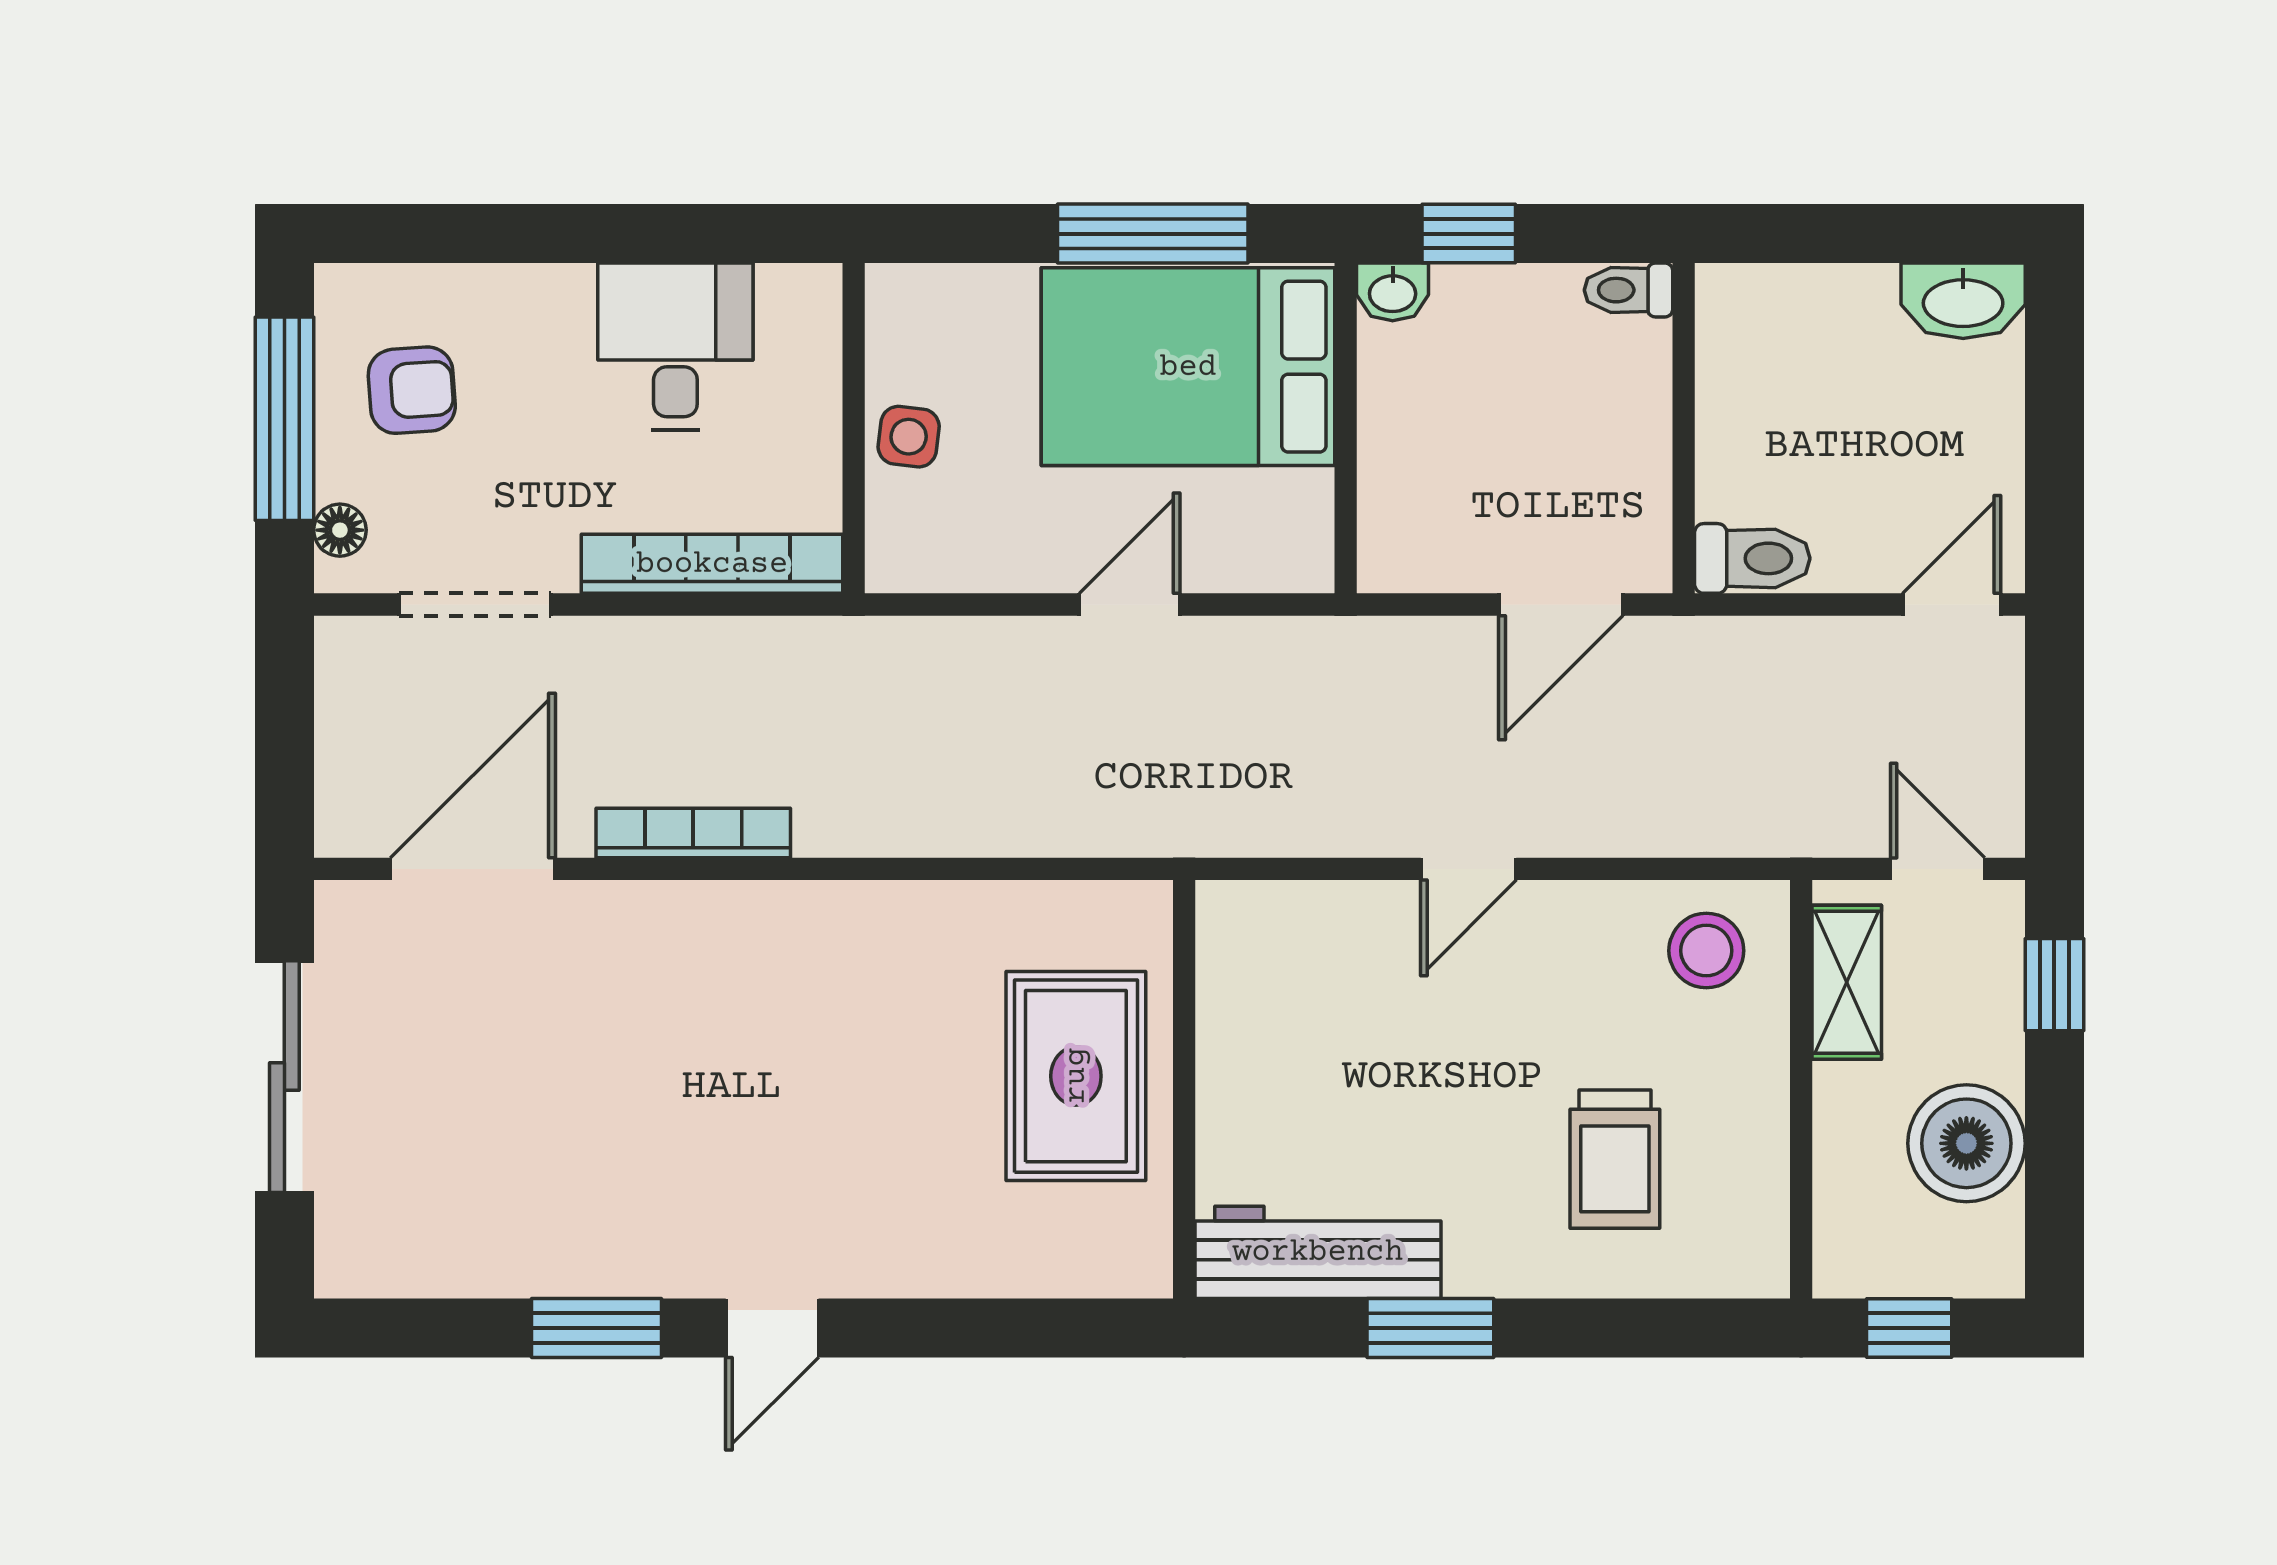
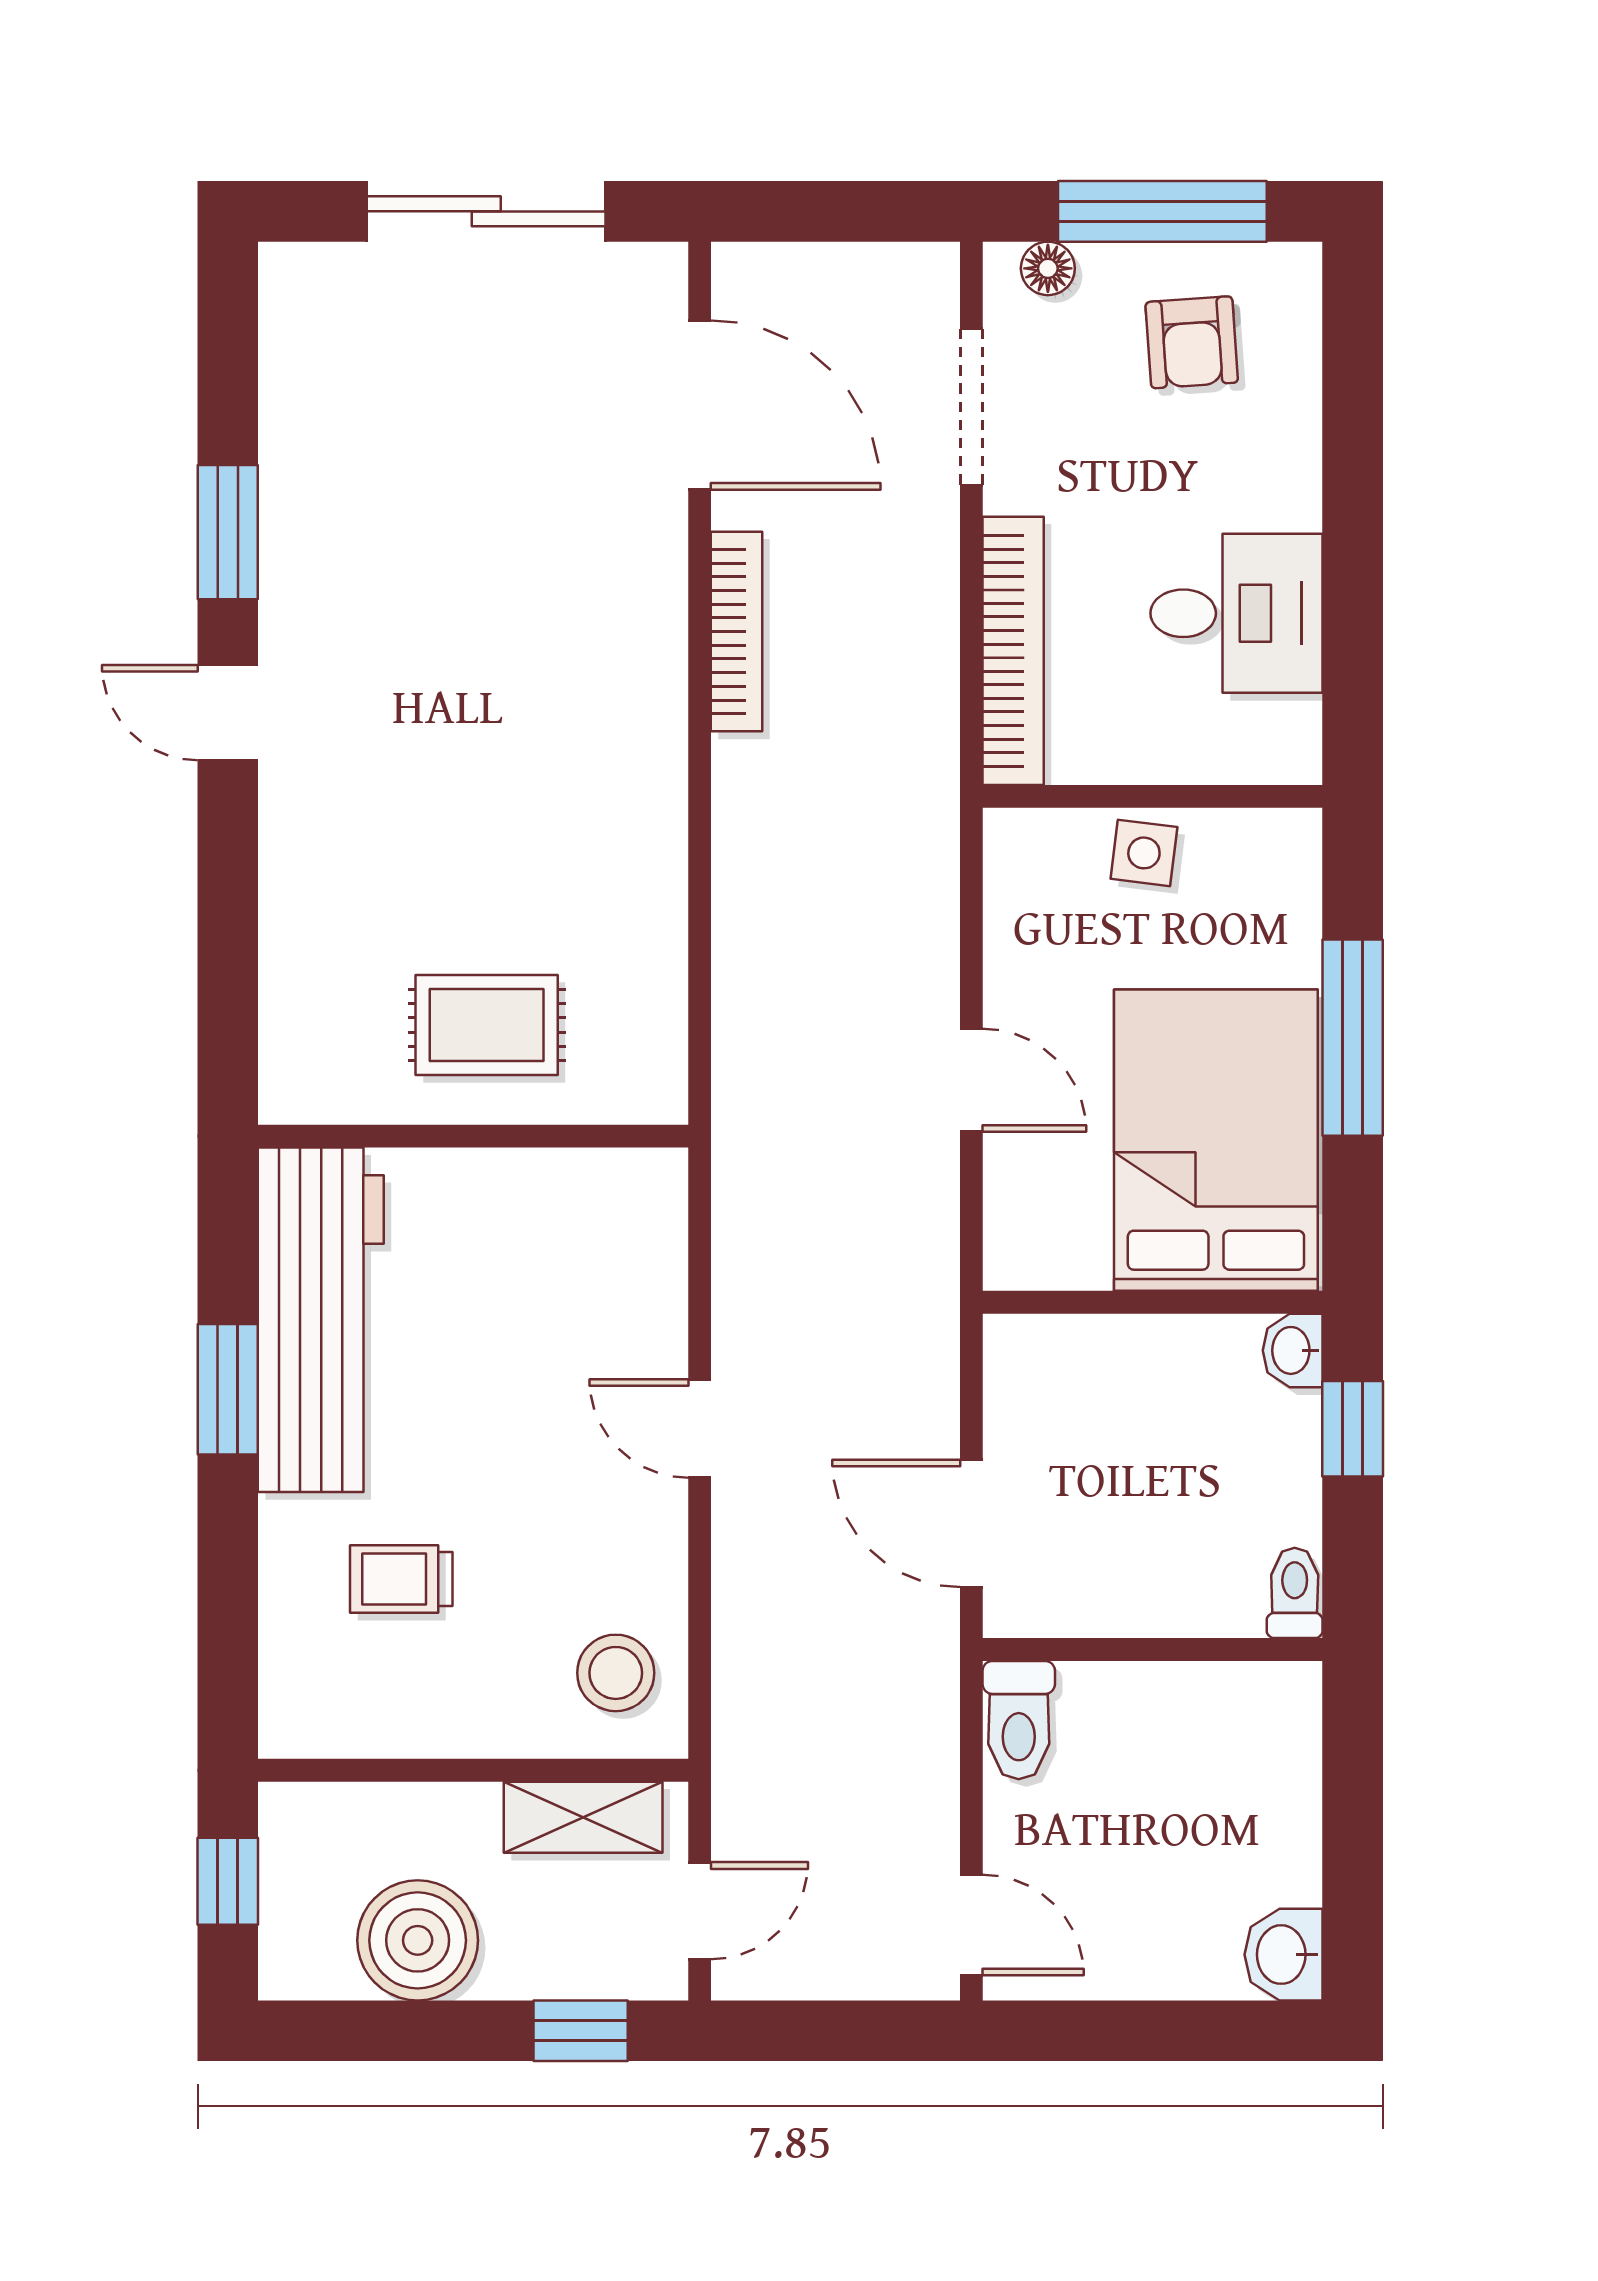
window: (1153, 234) -> (1353, 1038), moved
washbasin: (1963, 301) -> (1284, 1955), width x0.72
rug: (1076, 1076) -> (487, 1025), width x0.73, depth x0.70
trolley: (1615, 1159) -> (401, 1579), width x0.73, depth x0.72
workbench: (1318, 1252) -> (321, 1320), width x1.36, depth x1.32

